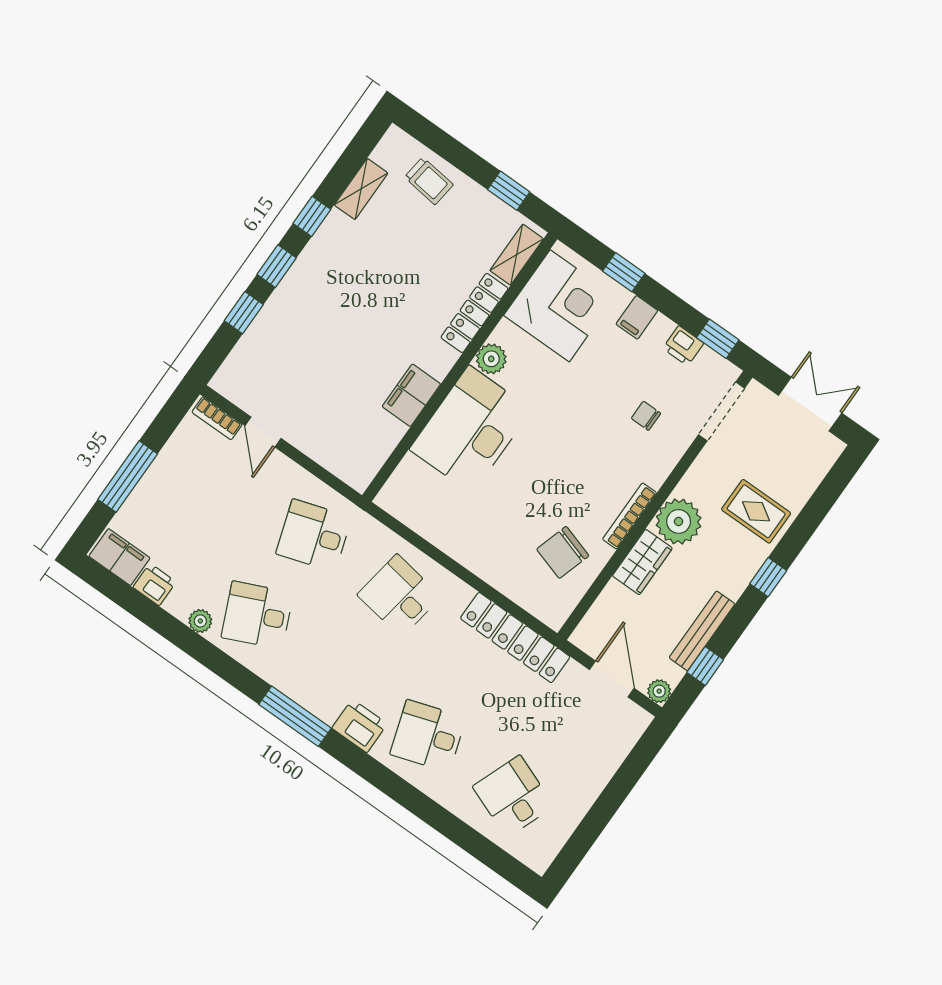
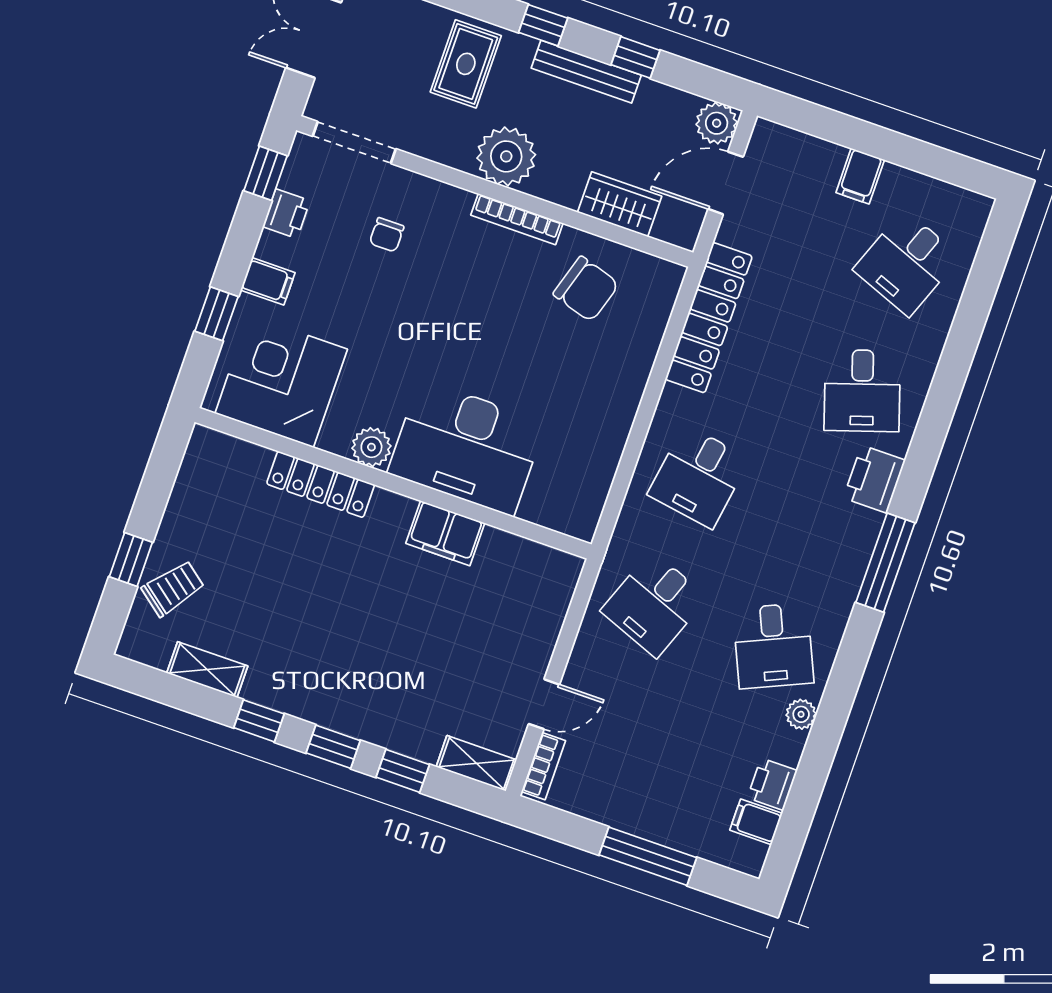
trolley: (429, 181) -> (173, 588), turned 31
window: (509, 191) -> (131, 559), moved
shelving: (517, 255) -> (476, 763), moved
desk: (314, 535) -> (654, 604), turned 39
filing cabinet: (120, 557) -> (756, 822), width x0.50
wardrobe: (642, 562) -> (620, 204), moved
bench: (702, 631) -> (586, 72), moved
window: (705, 666) -> (636, 57), moved
plant: (659, 691) -> (717, 123), width x1.38, depth x1.38
filing cabinet: (588, 780) -> (860, 176), added

